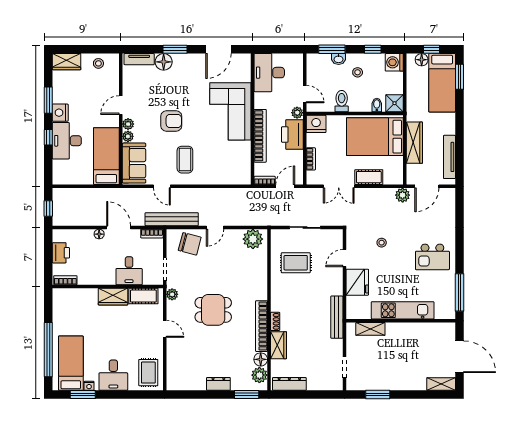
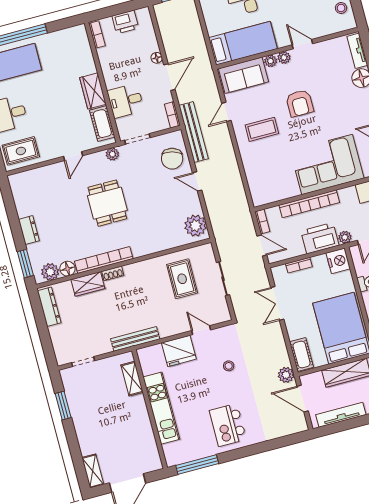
cot: (369, 177) -> (302, 355), moved

